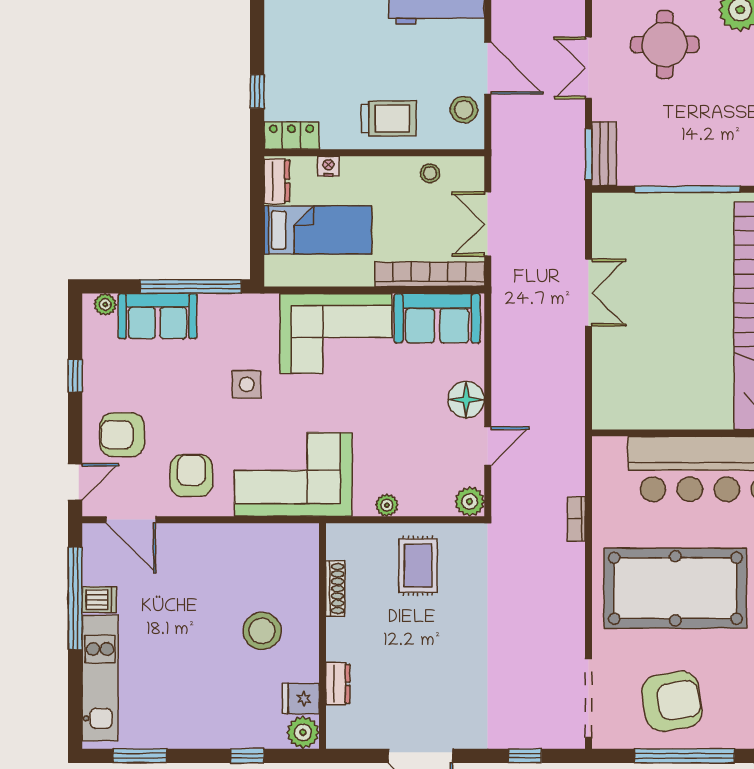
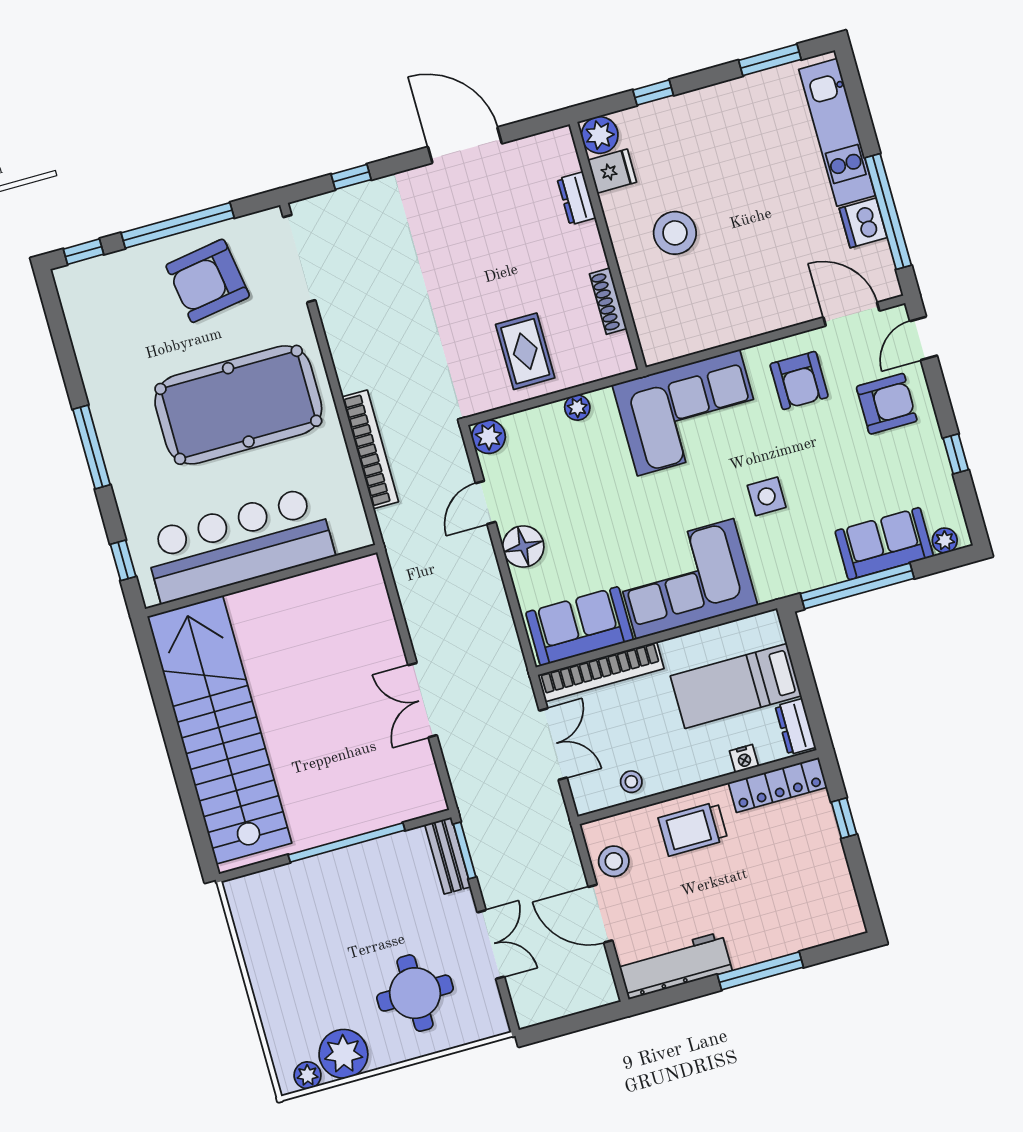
locker: (292, 136) -> (778, 785), width x1.53
bookcase: (576, 519) -> (370, 449), width x2.31, depth x1.31
dishwasher: (99, 600) -> (863, 223), width x1.38

